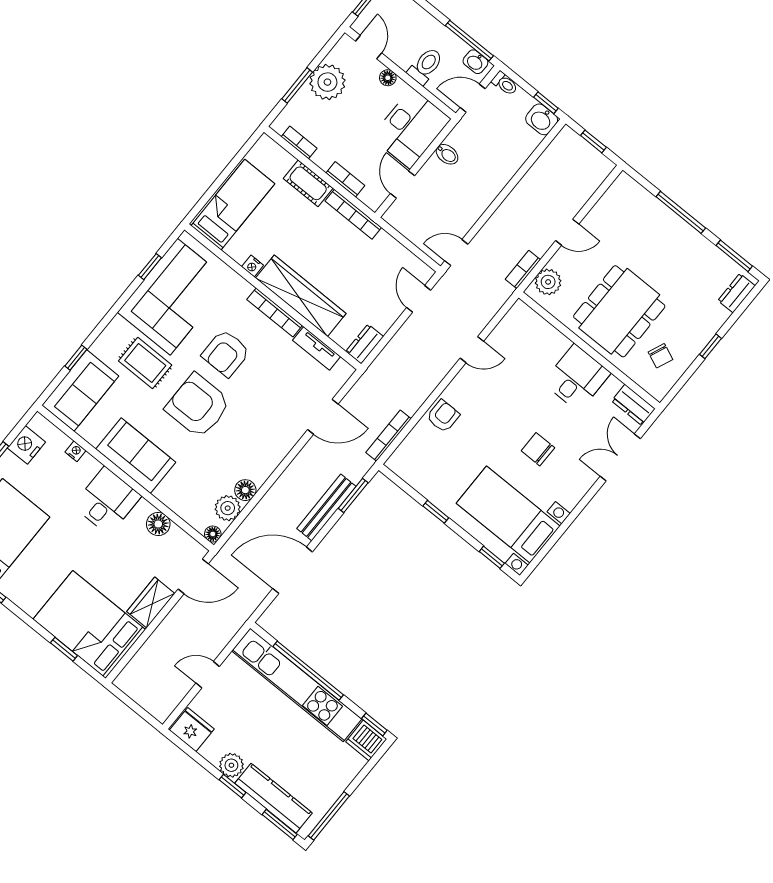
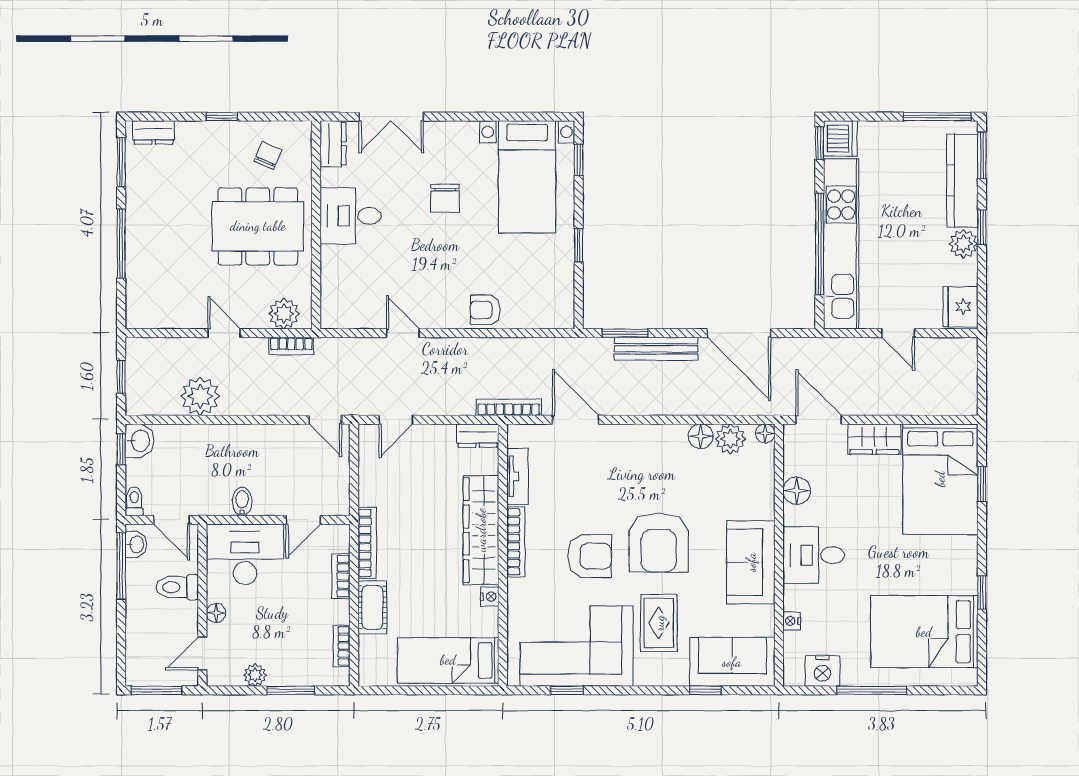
plant: (327, 82) -> (255, 675), width x0.53, depth x0.53
plant: (539, 183) -> (200, 396), added
bookcase: (388, 436) -> (509, 407), moved, turned 180

